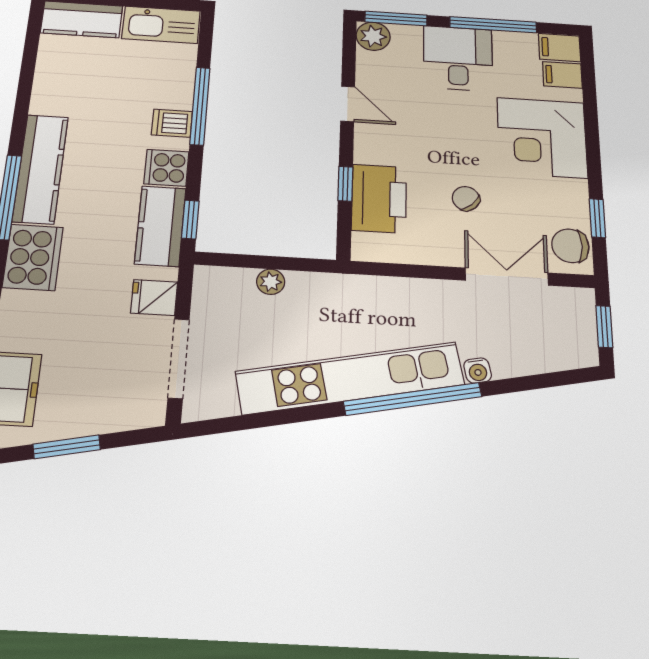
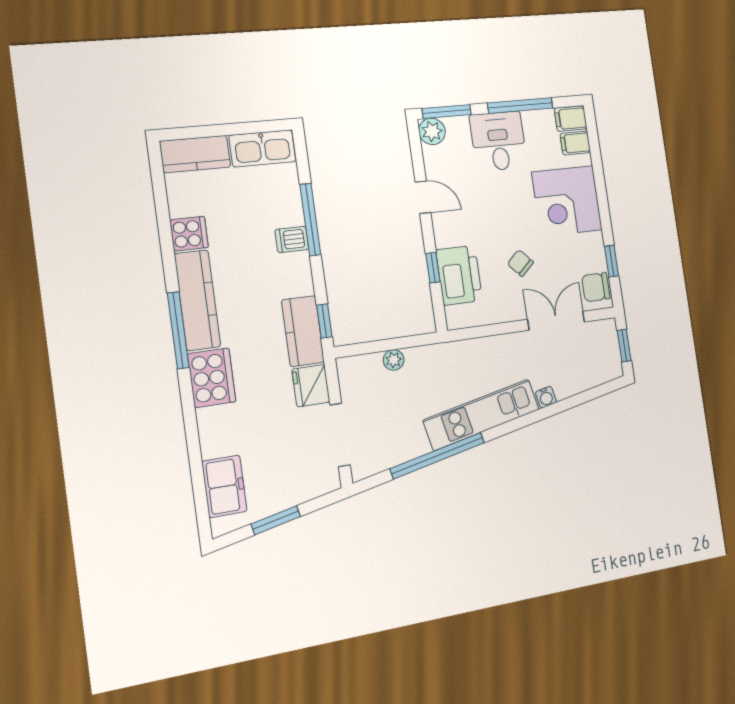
cooker: (166, 168) -> (189, 234), moved, turned 180
fridge: (154, 297) -> (311, 386), width x1.38
kitchen unit: (350, 378) -> (482, 415), width x0.73
window: (413, 399) -> (438, 456), moved

